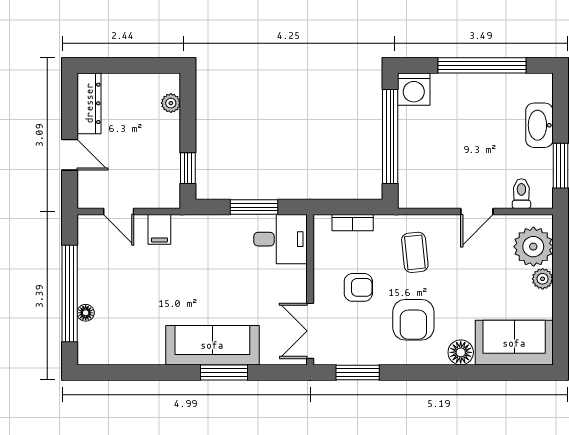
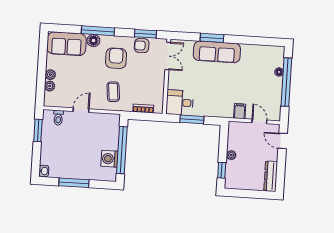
window: (482, 65) -> (74, 183), width x0.68
washing machine: (414, 89) -> (110, 159), moved, turned -90
plant: (171, 103) -> (231, 155), moved
washbasin: (539, 125) -> (44, 171), moved, width x0.52, depth x0.69
door: (70, 155) -> (283, 141), moved
window: (188, 168) -> (222, 170), moved
plant: (533, 247) -> (50, 86), width x0.53, depth x0.53
armchair: (358, 287) -> (142, 46), moved
window: (453, 372) -> (98, 31), added

